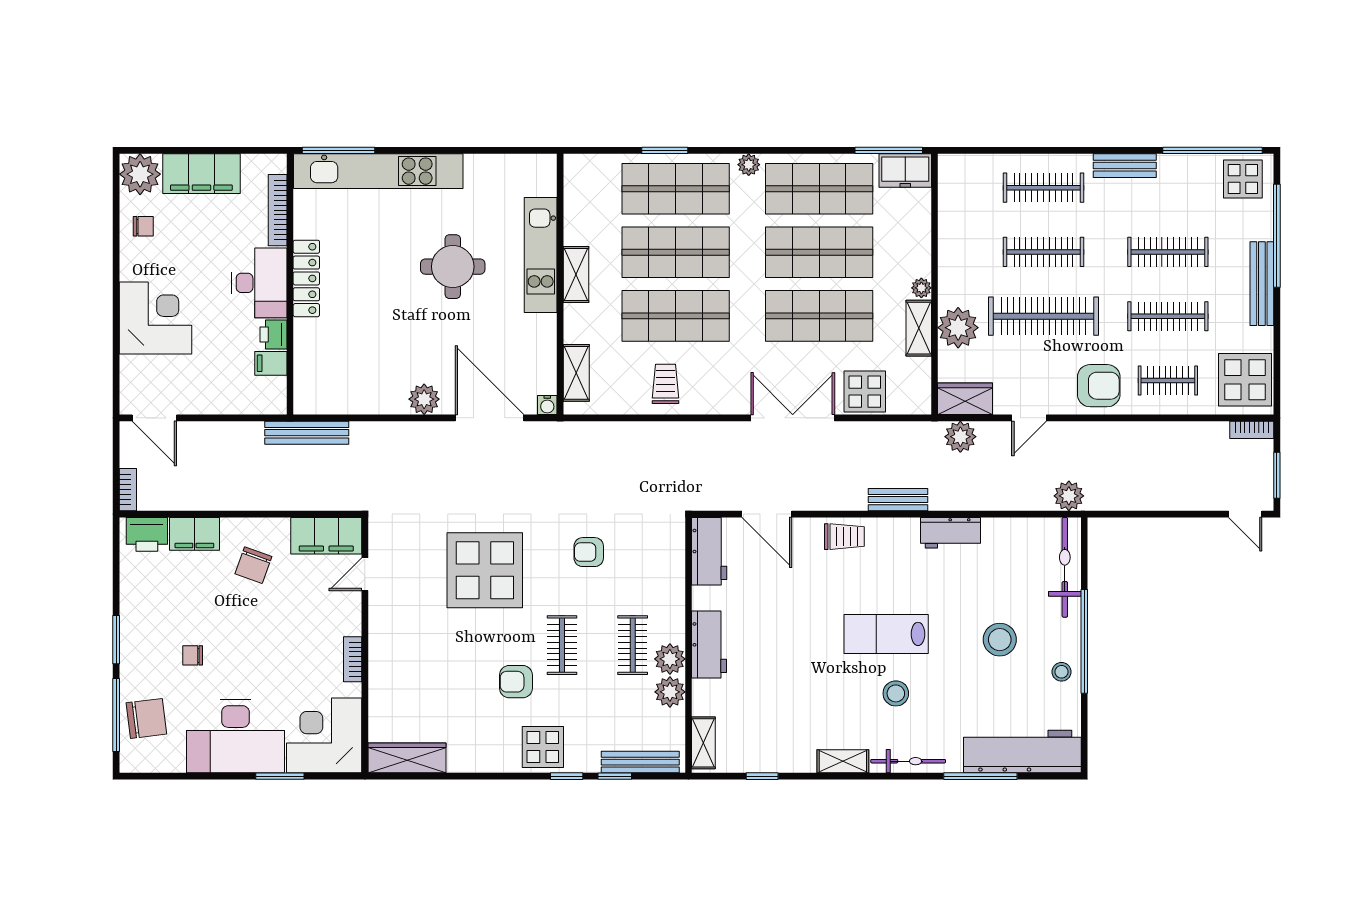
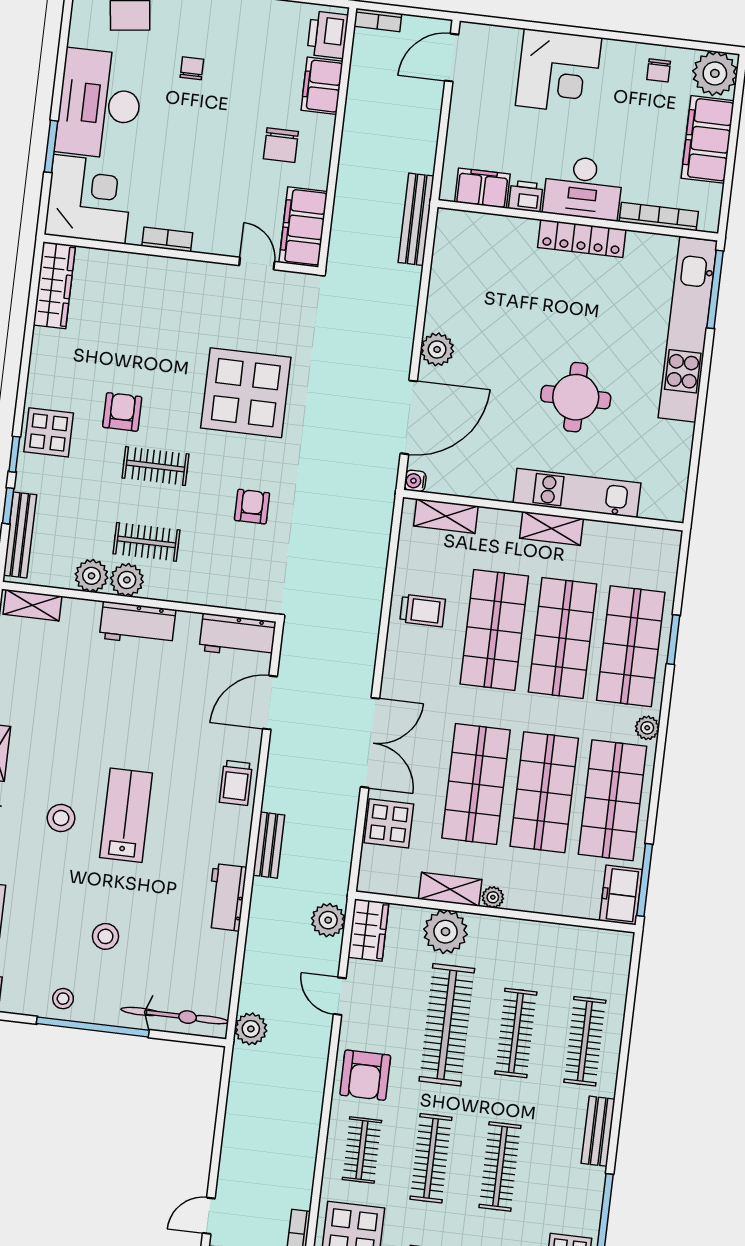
filing cabinet: (271, 363) -> (482, 188), width x2.00
chair: (253, 565) -> (281, 145), turned -110
stool: (1000, 640) -> (105, 936), width x0.73, depth x0.73

